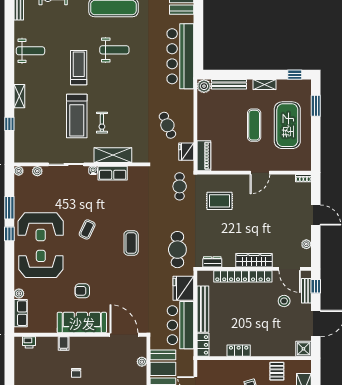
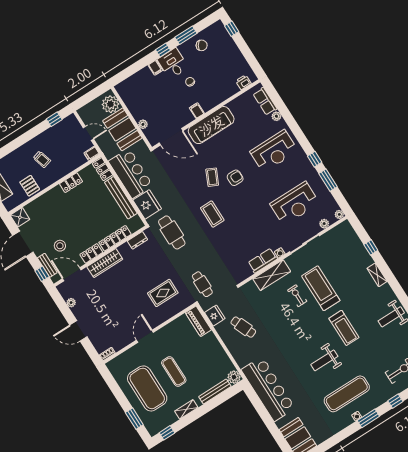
reception desk: (41, 227) -> (295, 204), moved, turned 180
coffee table: (87, 229) -> (212, 177), moved
armchair: (82, 291) -> (235, 178), moved
filing cabinet: (64, 343) -> (197, 111), moved
filing cabinet: (204, 365) -> (92, 153), added

